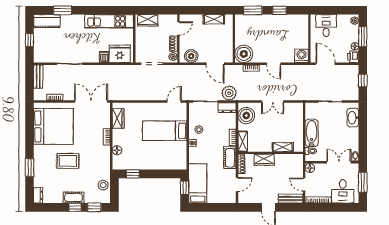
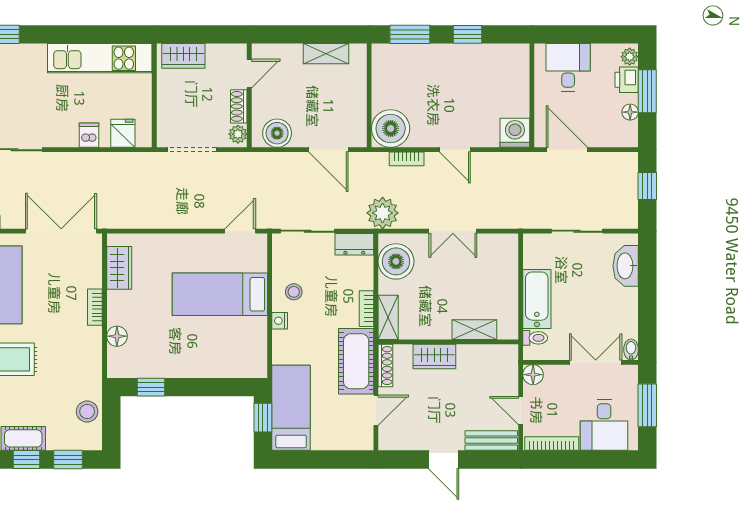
fridge: (120, 54) -> (123, 133), width x0.53, depth x0.75
printer: (353, 57) -> (627, 80), moved
plant: (229, 93) -> (383, 213), moved
cot: (230, 158) -> (356, 361), width x1.37, depth x1.34

